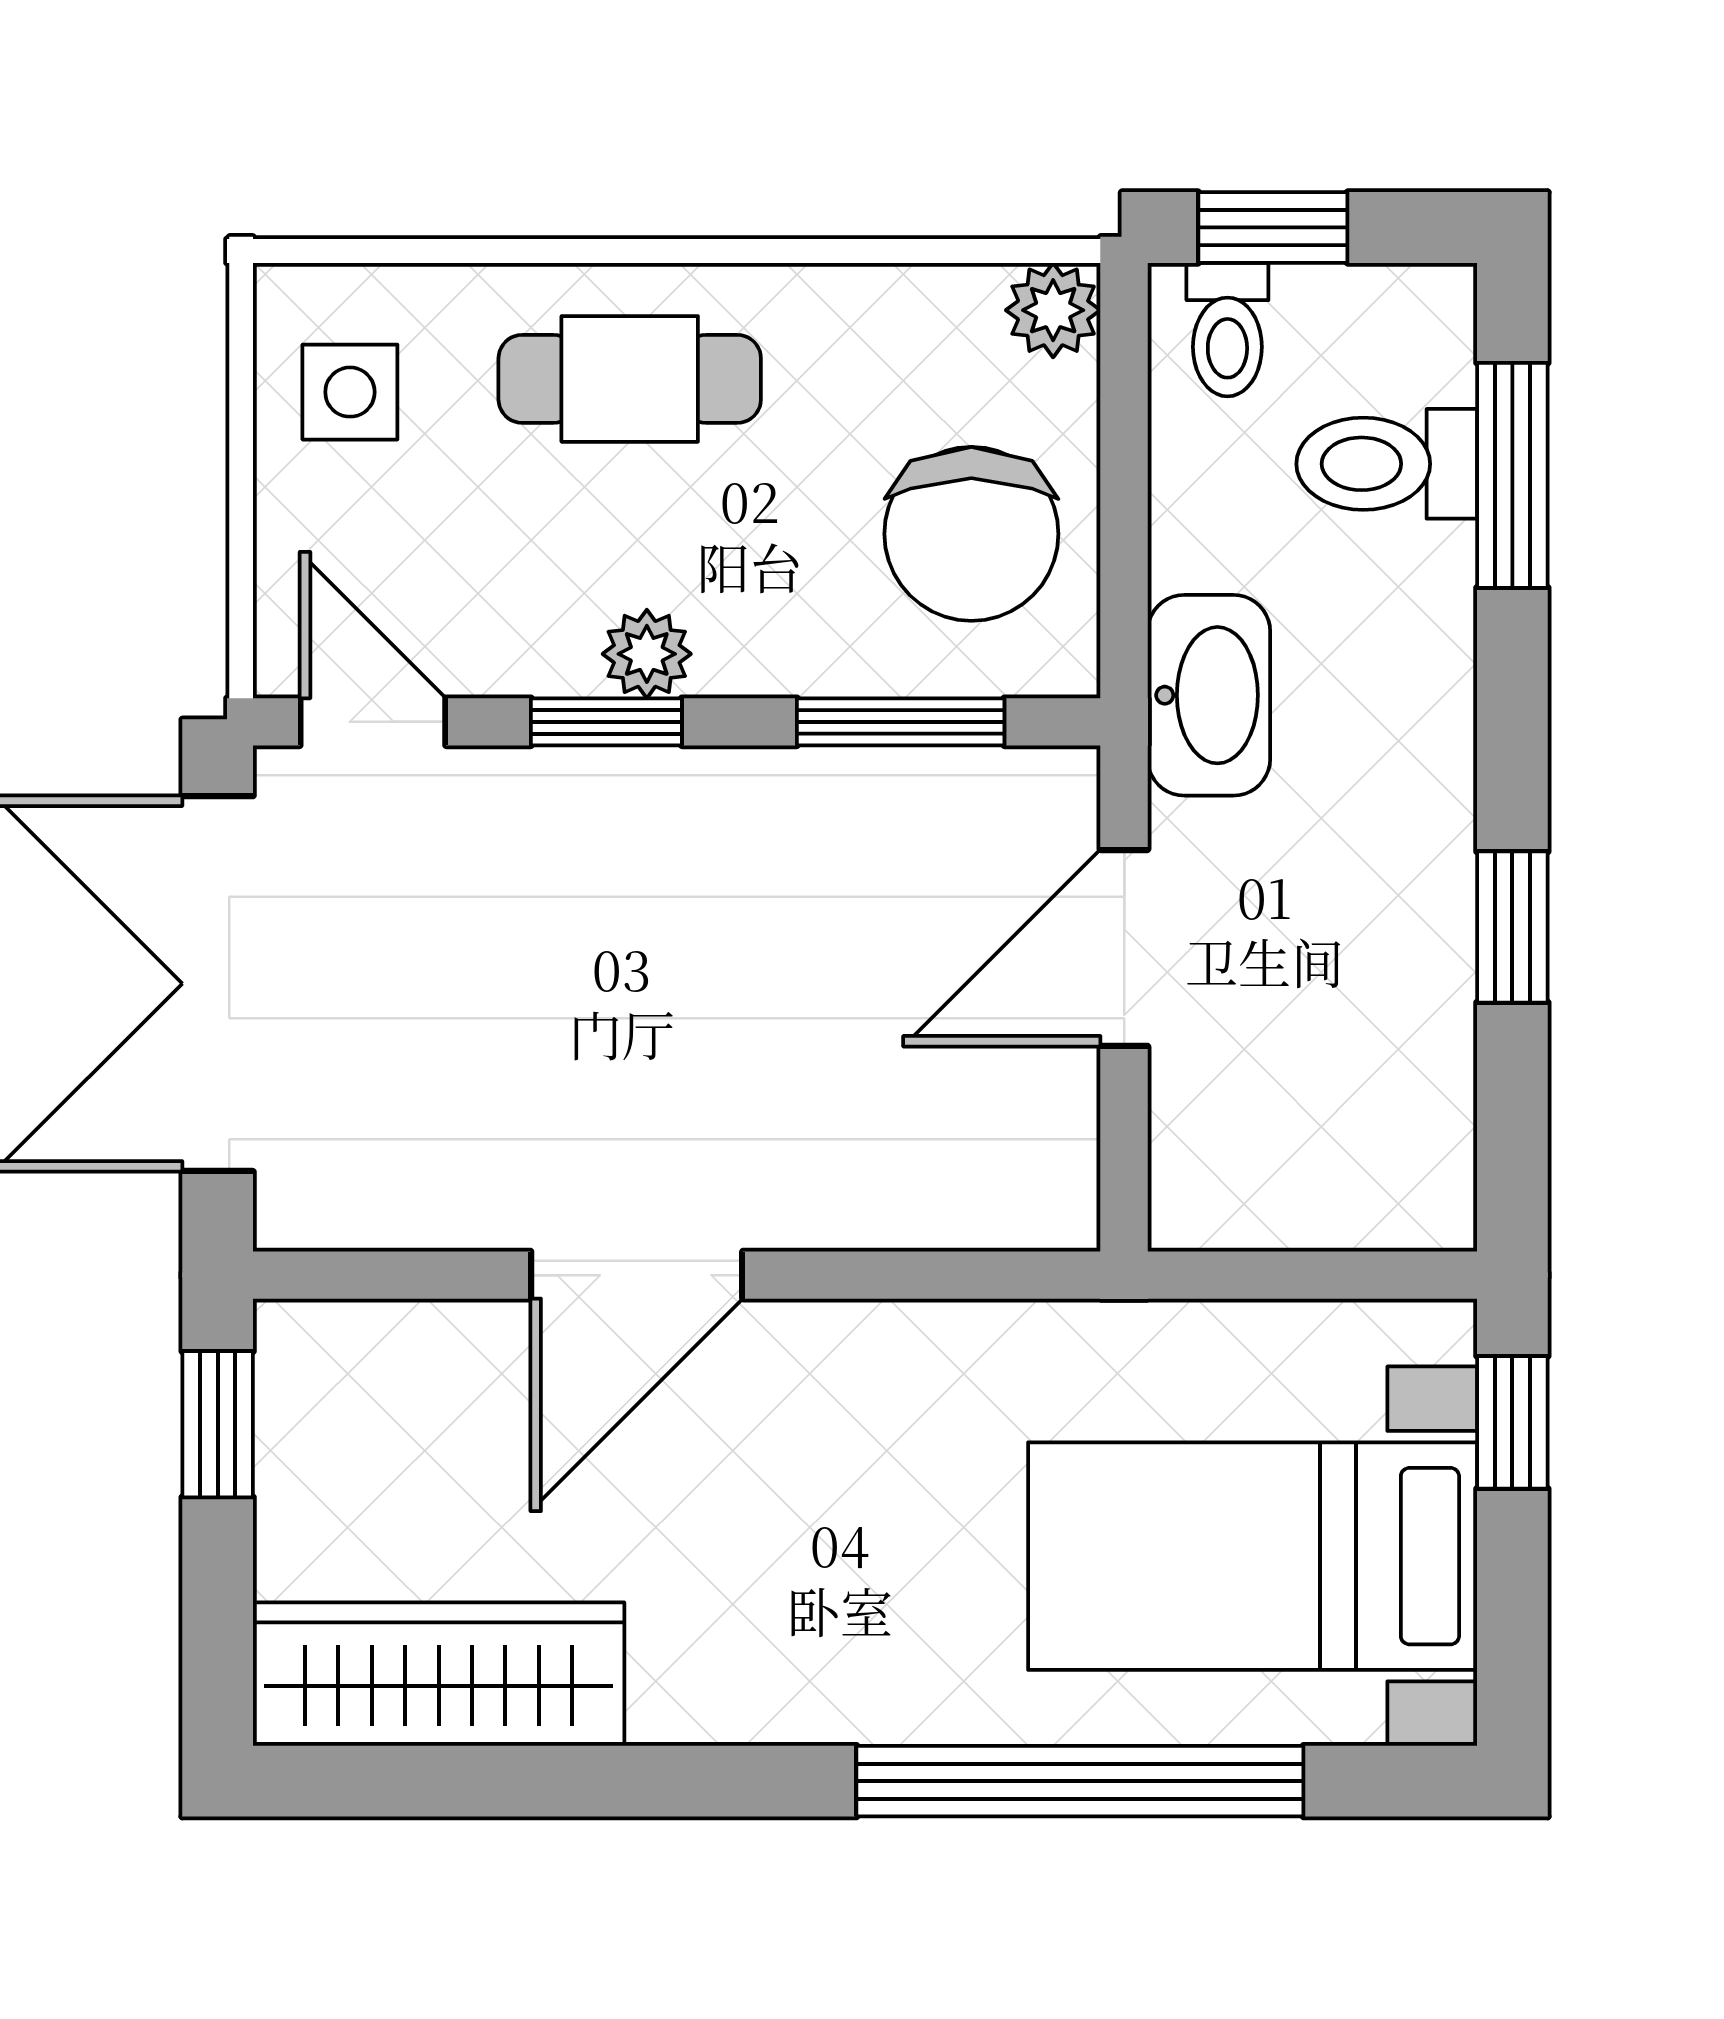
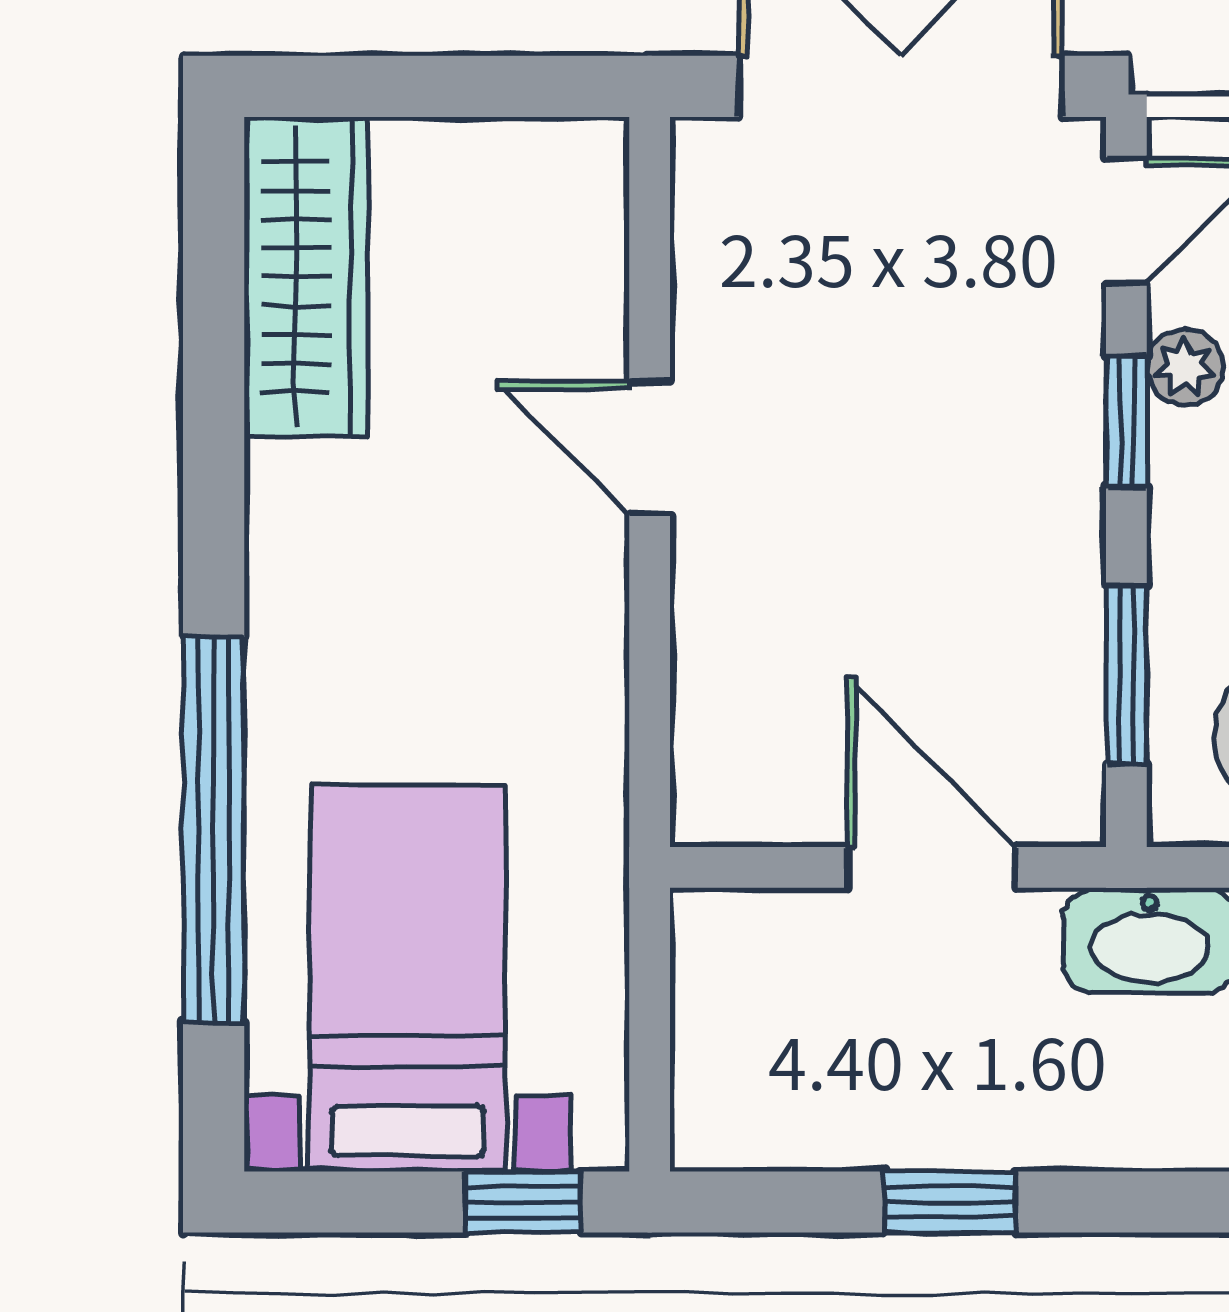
plant: (647, 654) -> (1185, 367), moved
door: (637, 1275) -> (650, 447), width x0.73
window: (218, 1424) -> (521, 86), removed

